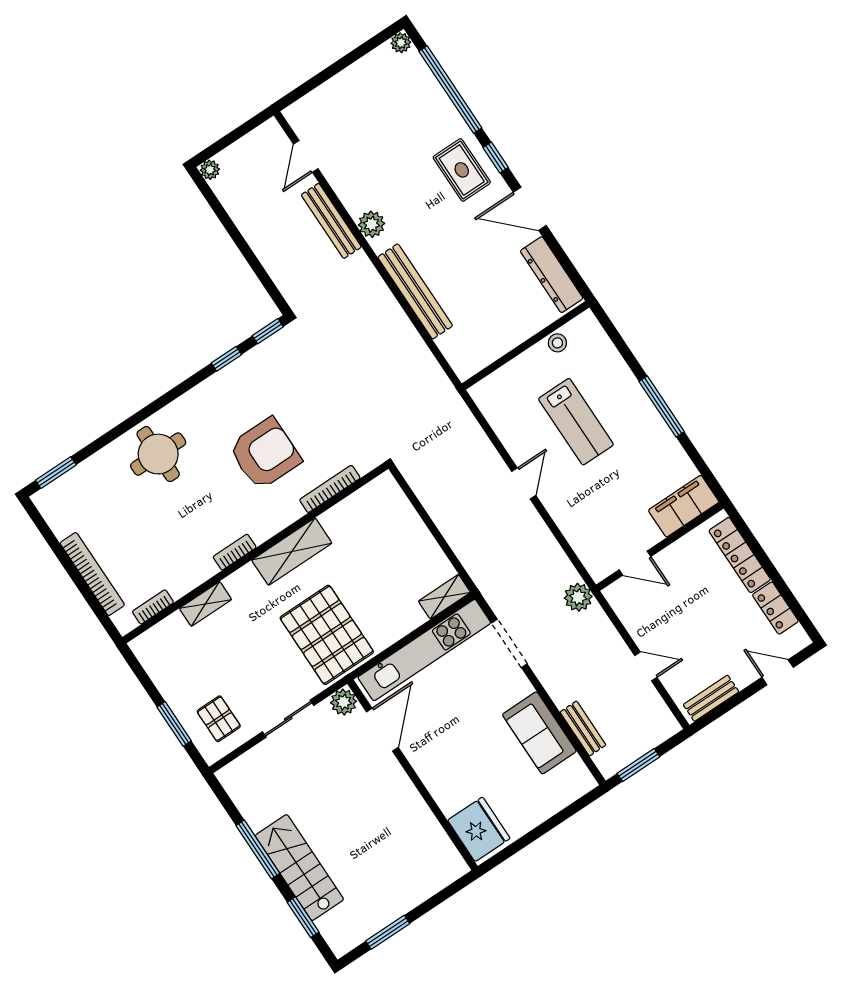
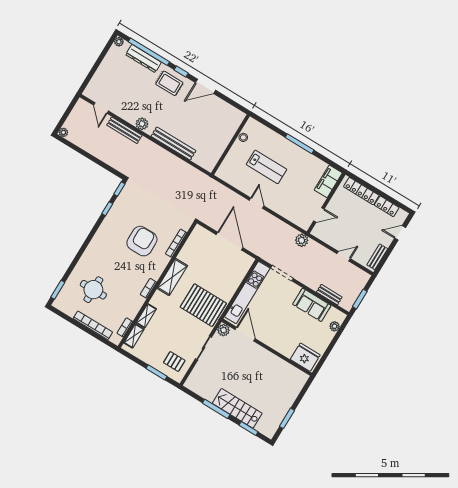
dresser: (552, 275) -> (143, 59), moved
round table: (158, 454) -> (93, 290), moved
door: (436, 534) -> (230, 241), added
shelving: (444, 597) -> (134, 336), moved
plant: (564, 795) -> (335, 326), added

